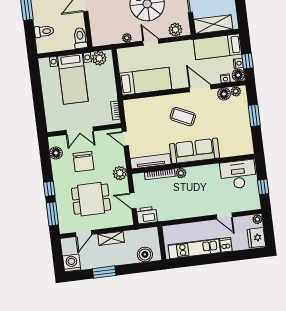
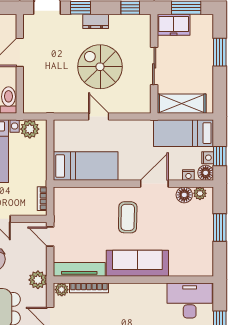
plant: (175, 30) -> (132, 104), removed
plant: (127, 38) -> (68, 107), removed
door: (200, 88) -> (154, 184), hinge flipped
coffee table: (183, 117) -> (128, 217), turned 66
plant: (181, 173) -> (62, 290), moved

